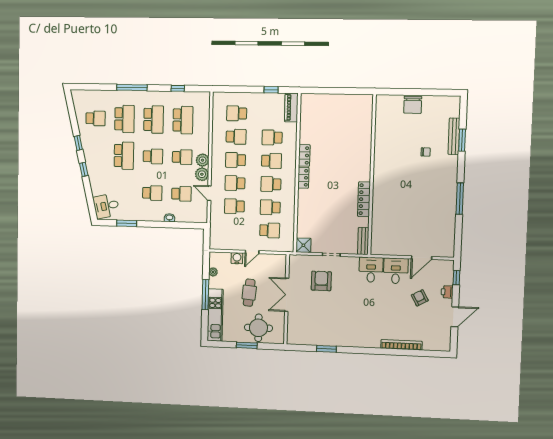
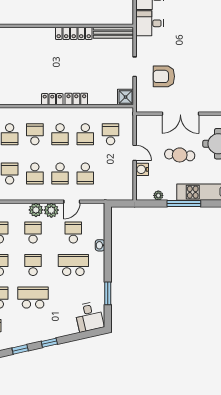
locker: (304, 155) -> (76, 99), moved
school desk: (152, 193) -> (73, 265), width x1.85
bench: (363, 241) -> (113, 33), width x1.36

